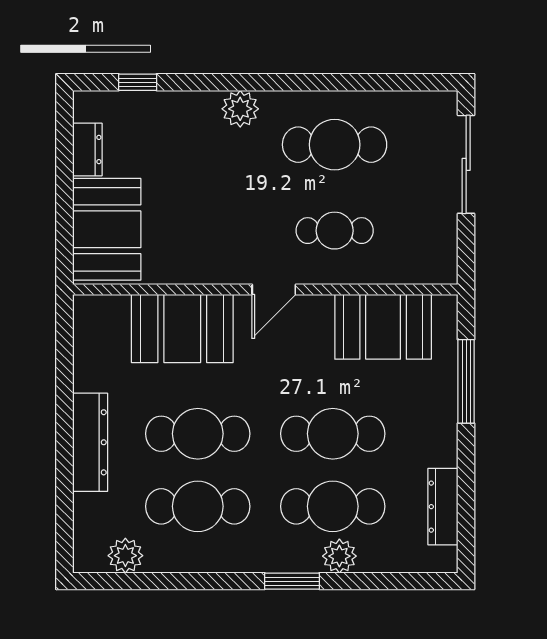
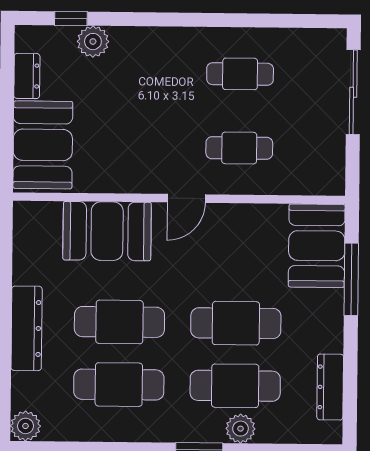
plant: (240, 109) -> (93, 42), moved
cafe table: (335, 145) -> (240, 74), width x0.73, depth x0.74
booth: (383, 327) -> (317, 246), moved, turned 90
plant: (125, 556) -> (25, 426), moved

